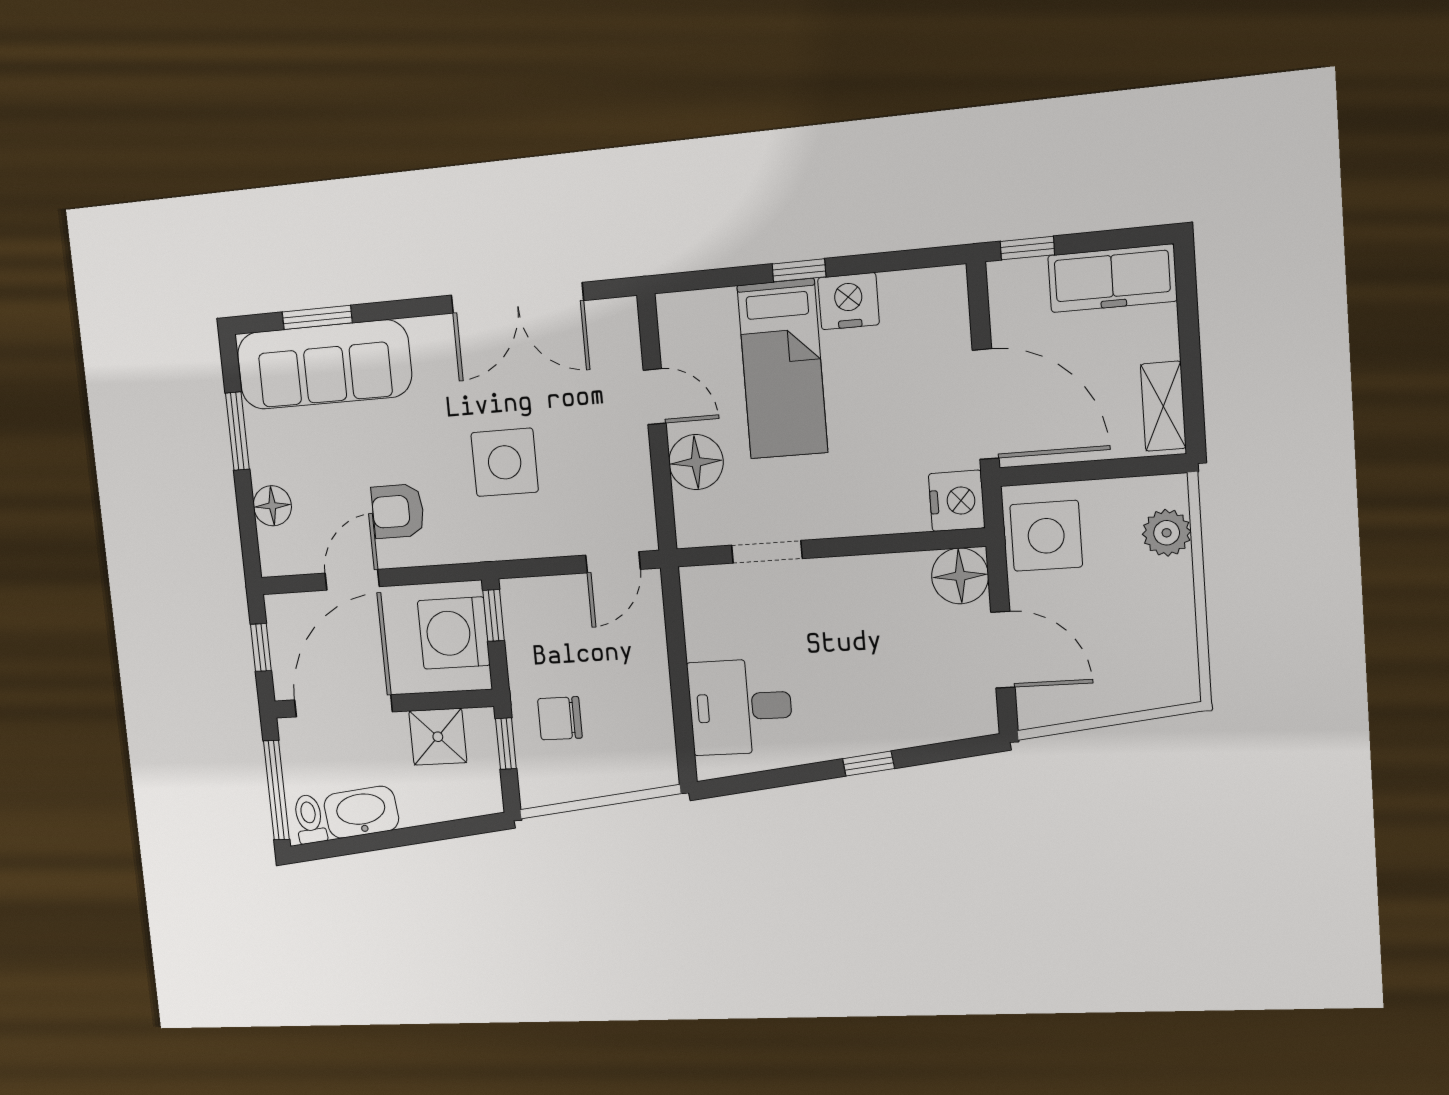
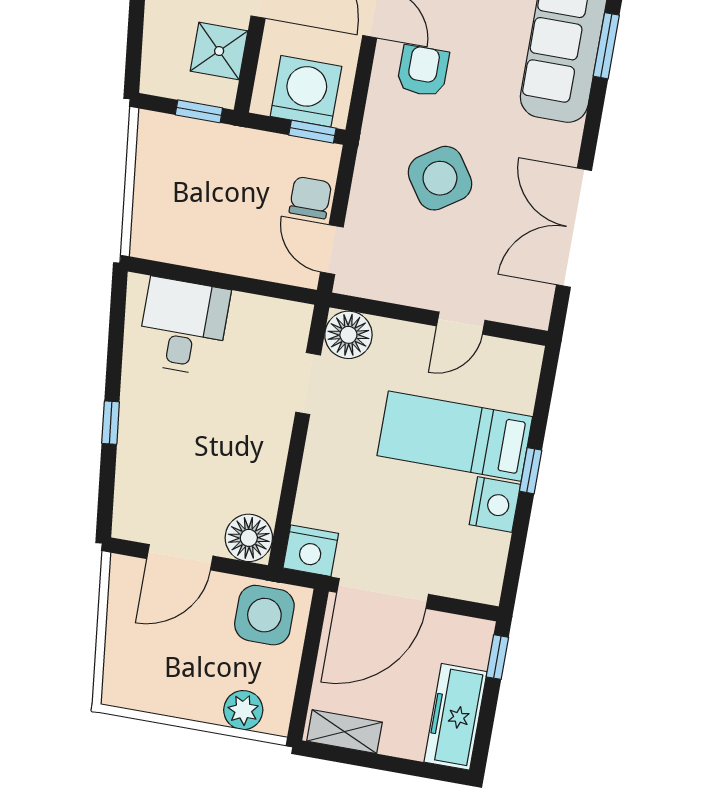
side table: (505, 462) -> (440, 178), turned -34
floor lamp: (696, 462) -> (348, 335), moved
chair: (560, 718) -> (310, 198), moved

